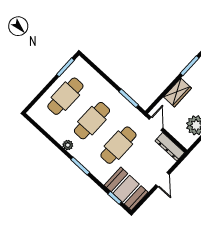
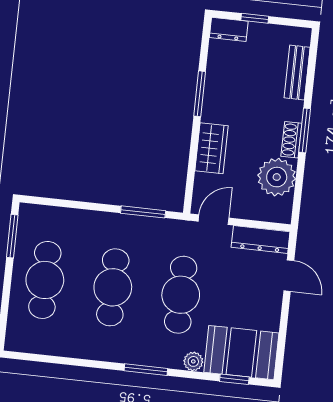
door: (156, 124) -> (214, 220), hinge flipped
plant: (68, 145) -> (193, 361), moved
door: (162, 180) -> (289, 276), moved

